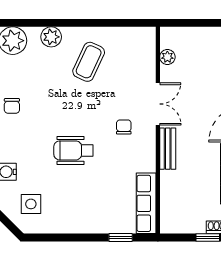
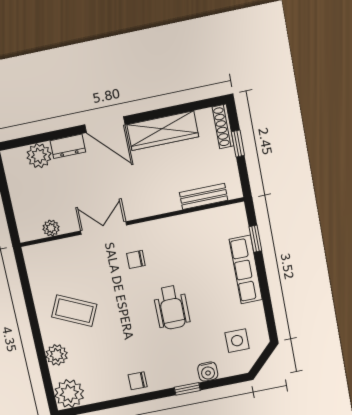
chair: (12, 106) -> (138, 381), turned 180
bench: (168, 149) -> (204, 196), moved
row of seats: (146, 203) -> (246, 270), moved, turned 90

